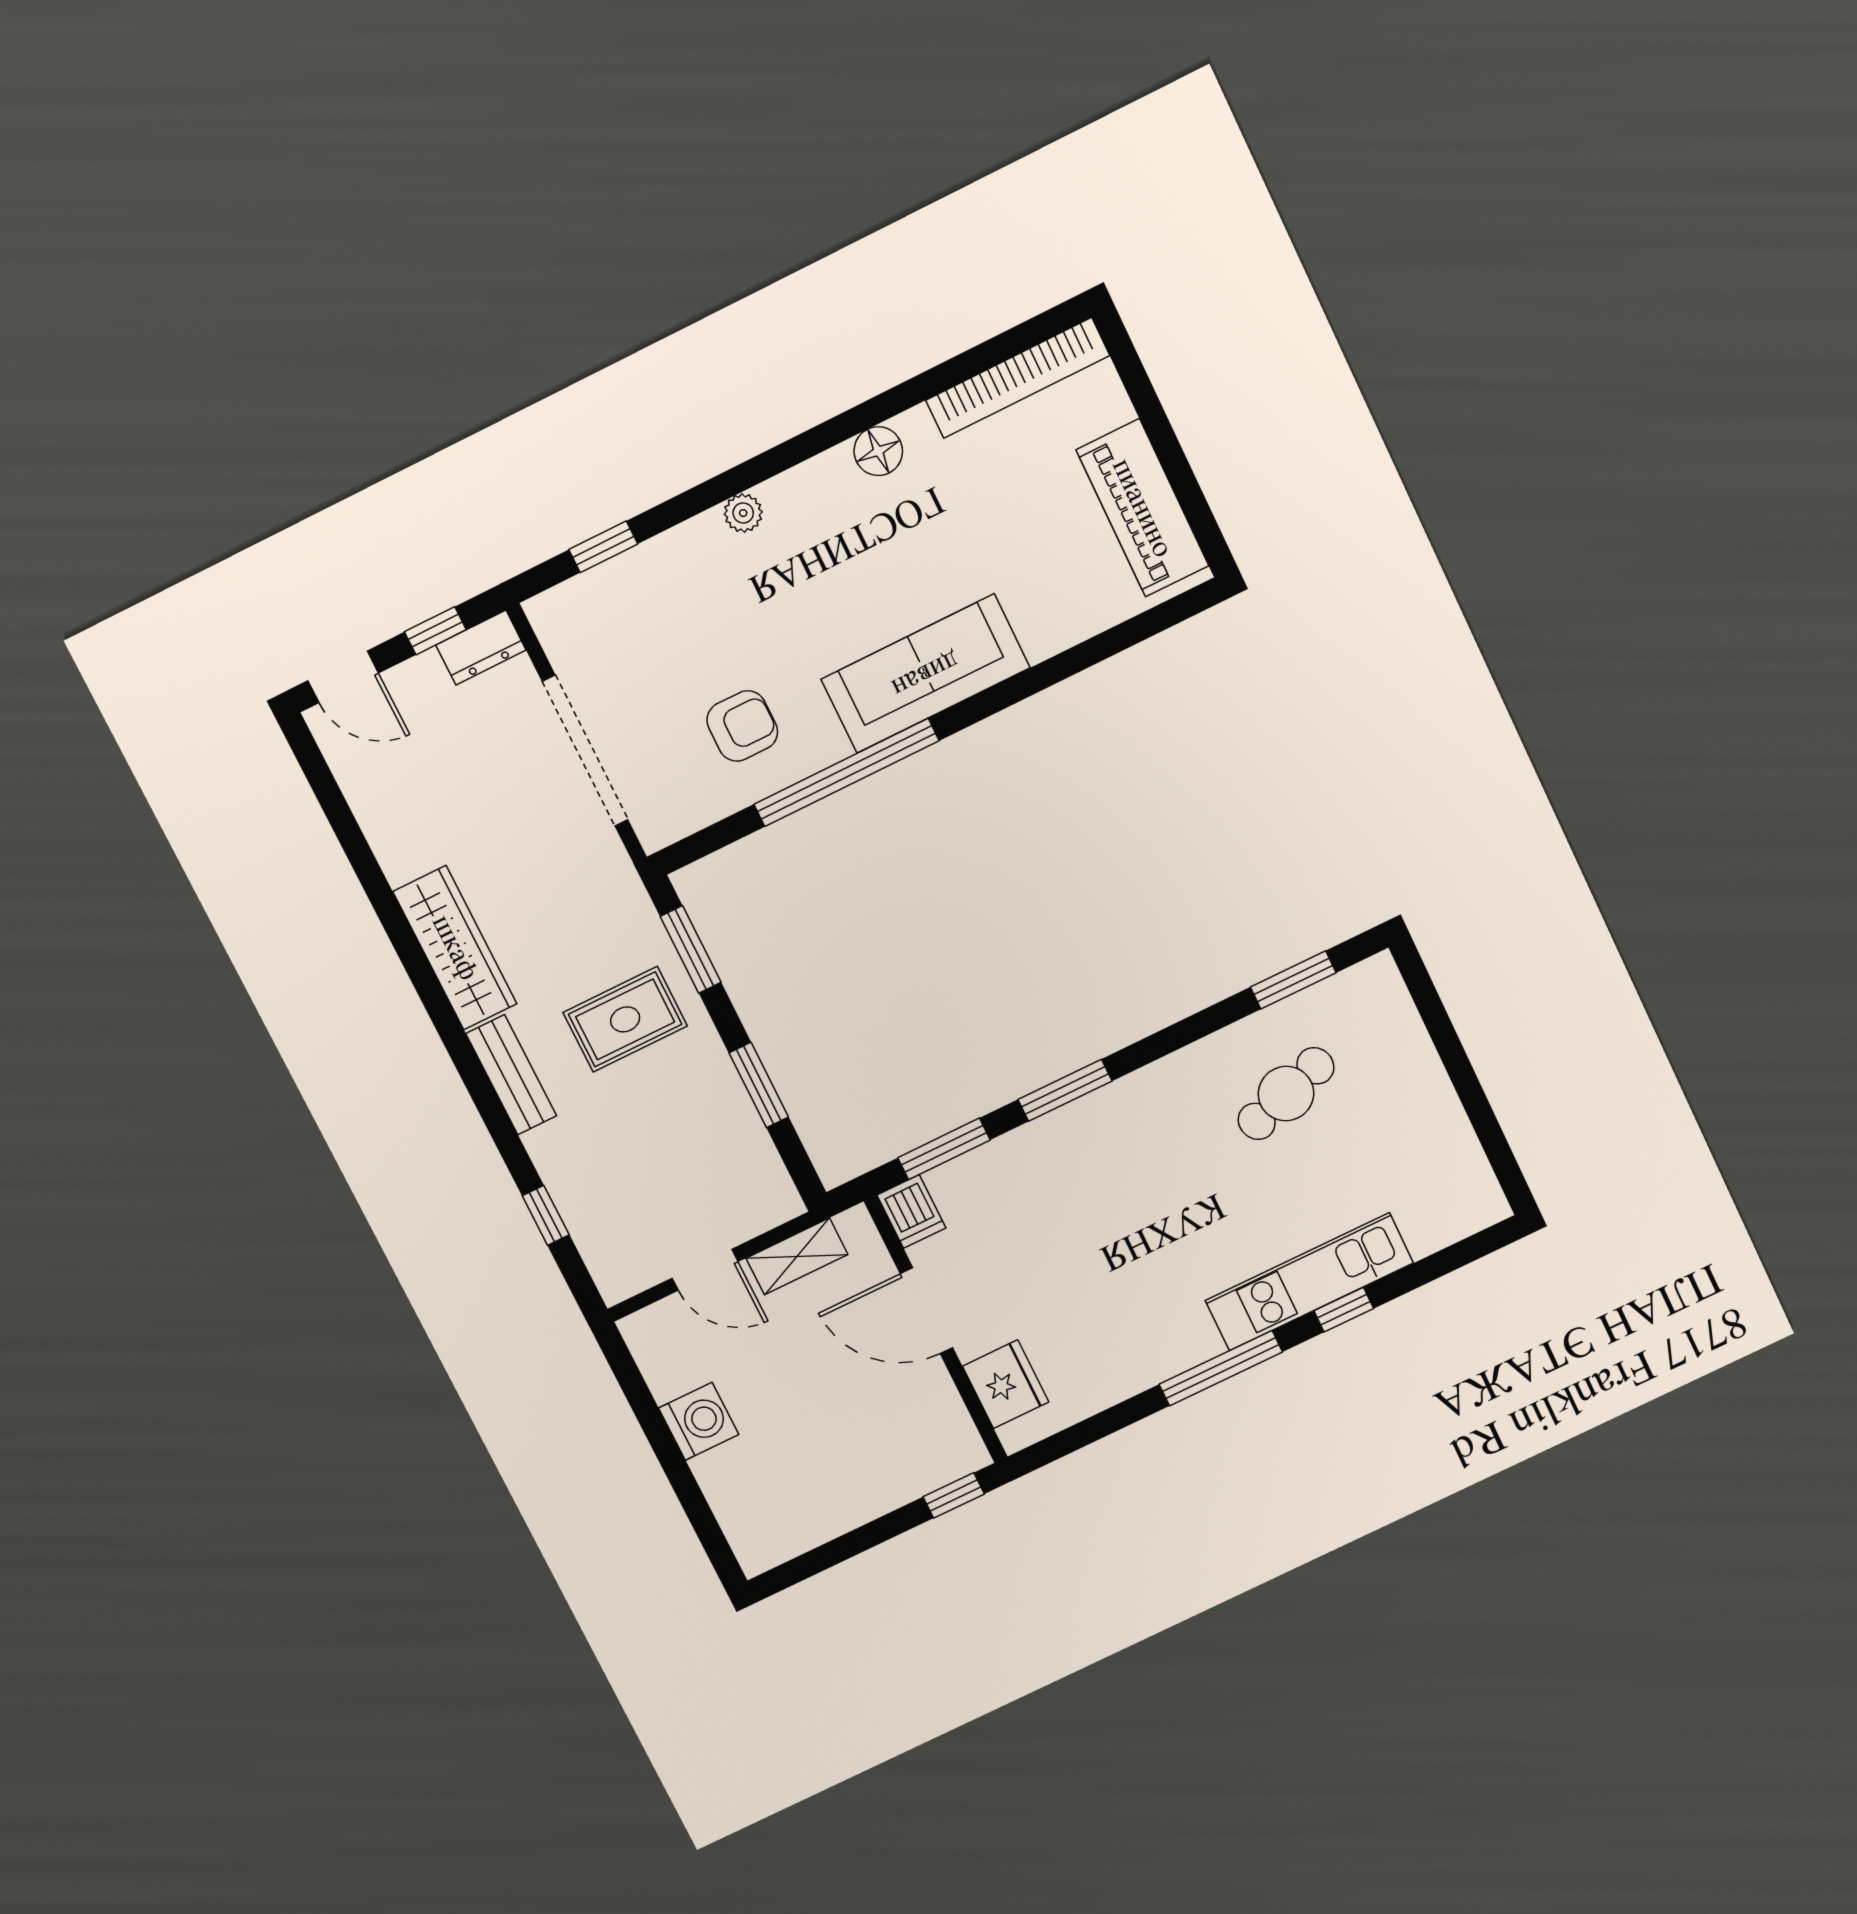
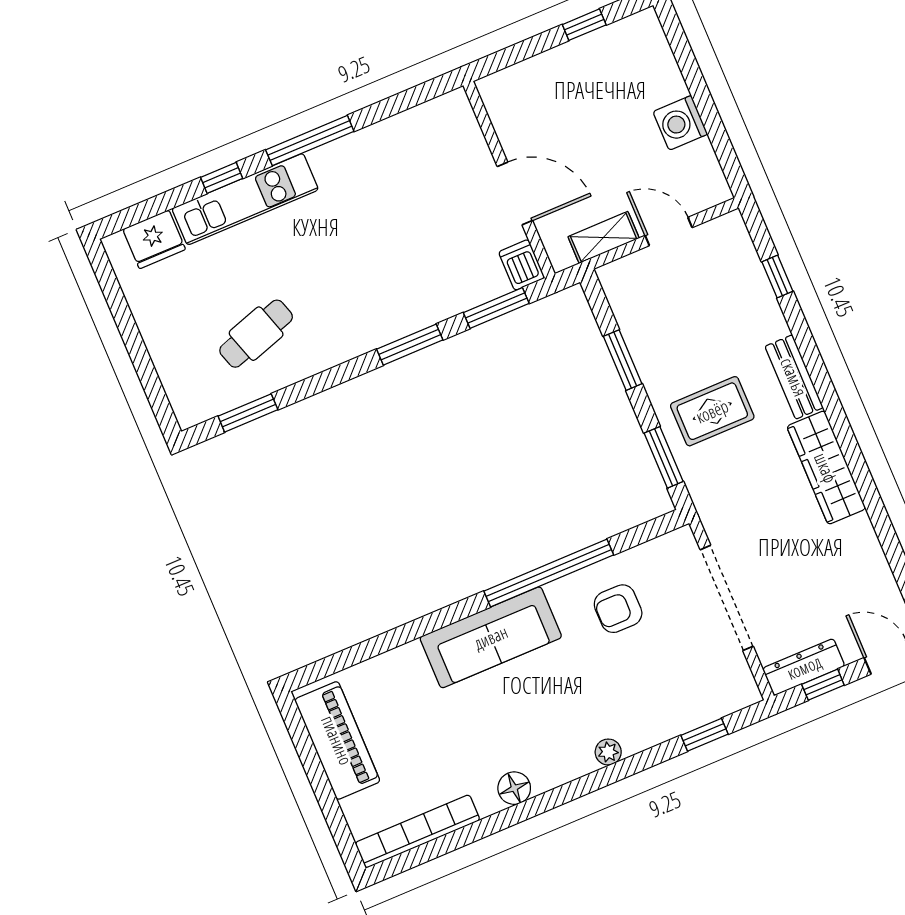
dresser: (481, 647) -> (804, 667), width x1.44
fridge: (1006, 1384) -> (154, 239), moved, turned -90
window: (954, 1495) -> (584, 25), moved

